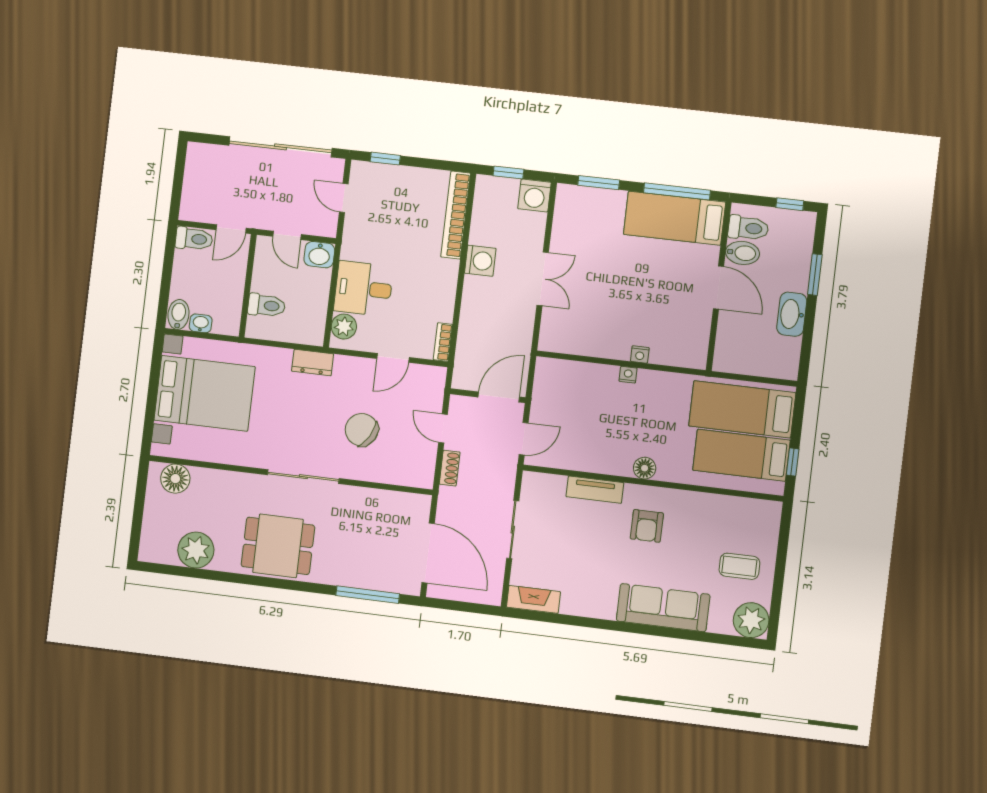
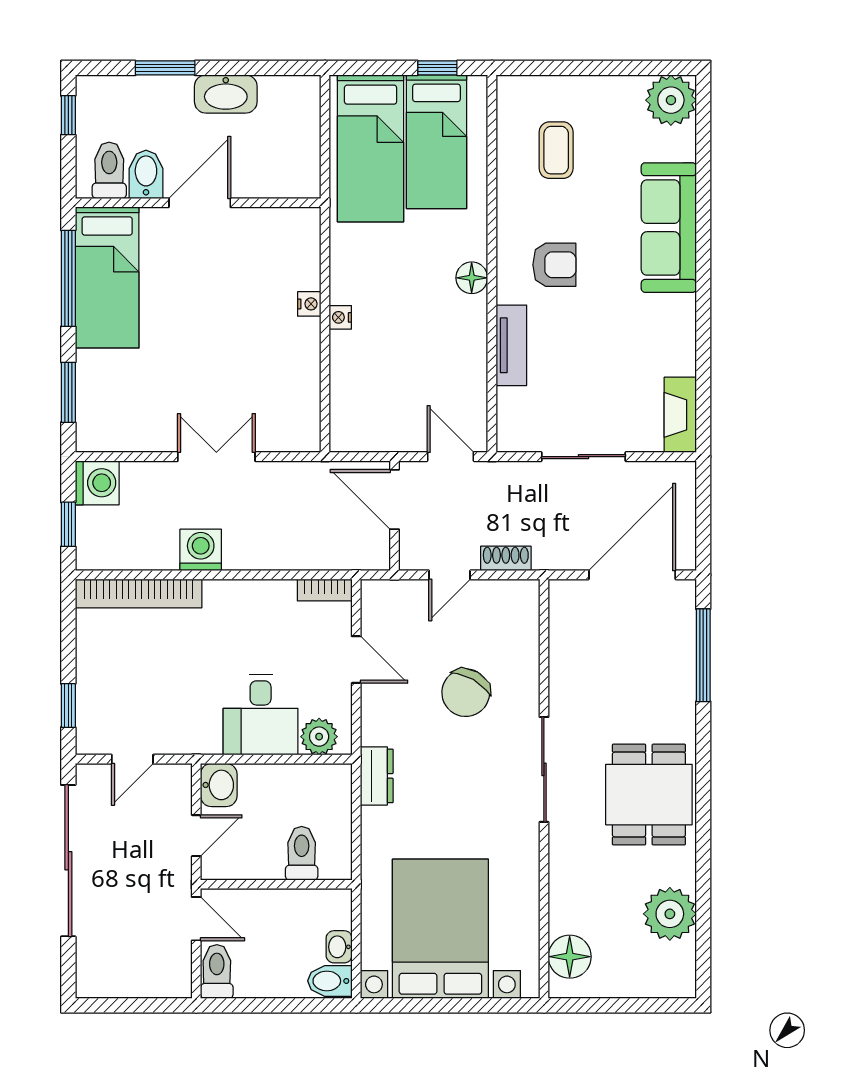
coffee table: (739, 566) -> (556, 150), moved

